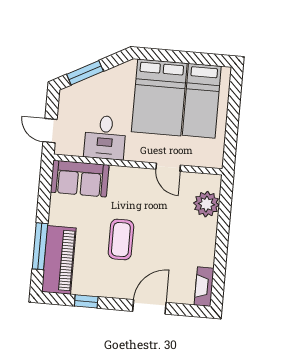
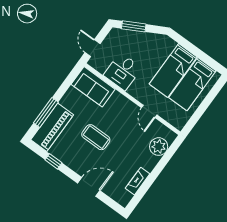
bed: (159, 97) -> (173, 70), width x0.67
coffee table: (121, 239) -> (96, 137), turned 90
fireplace: (204, 287) -> (138, 181), moved

